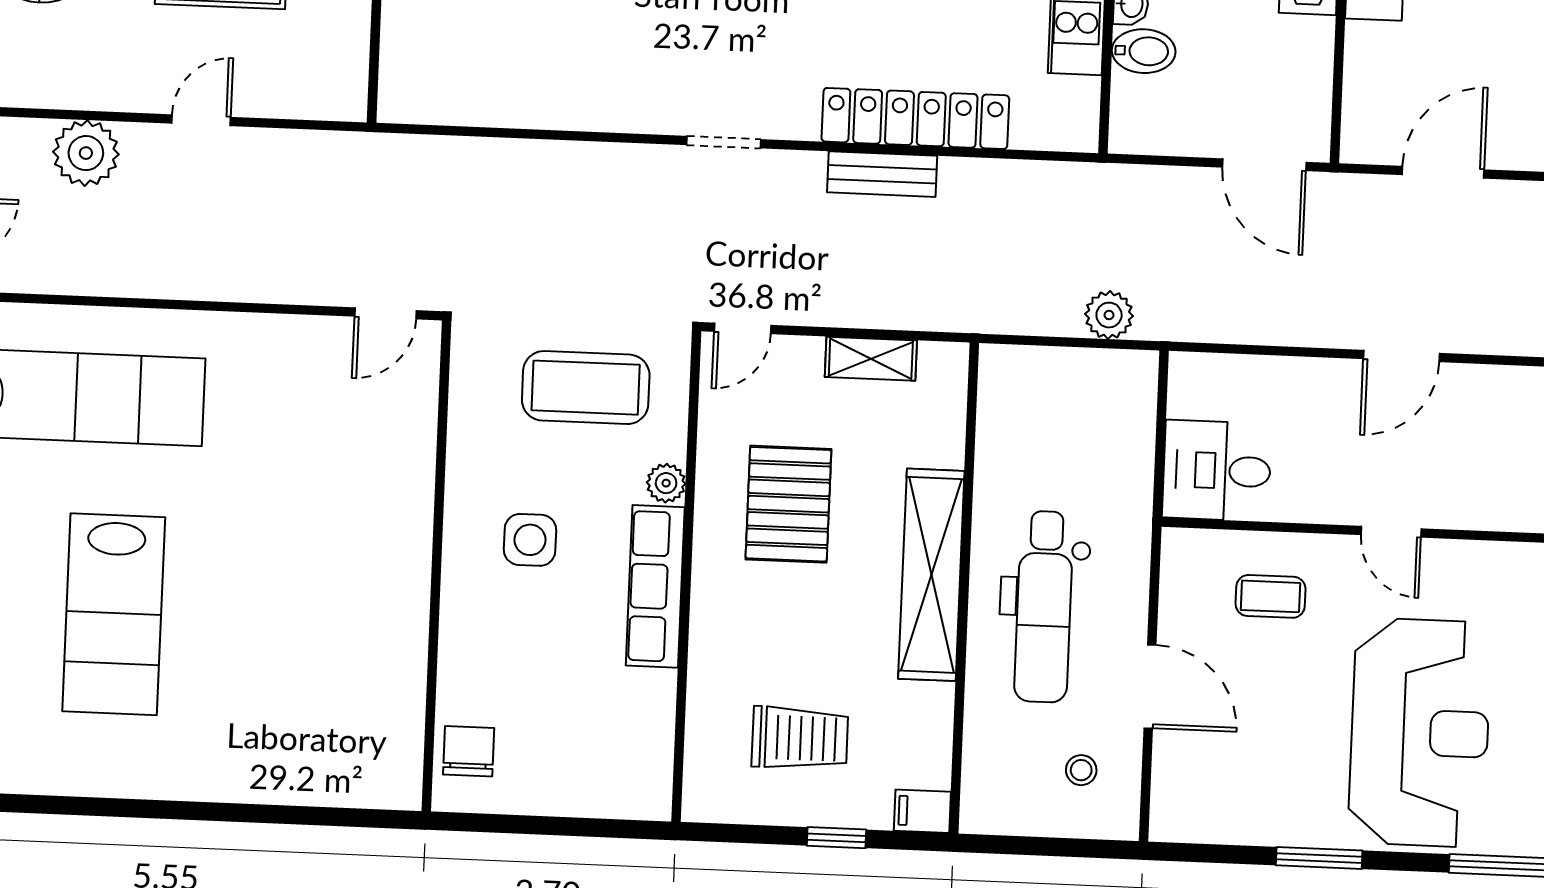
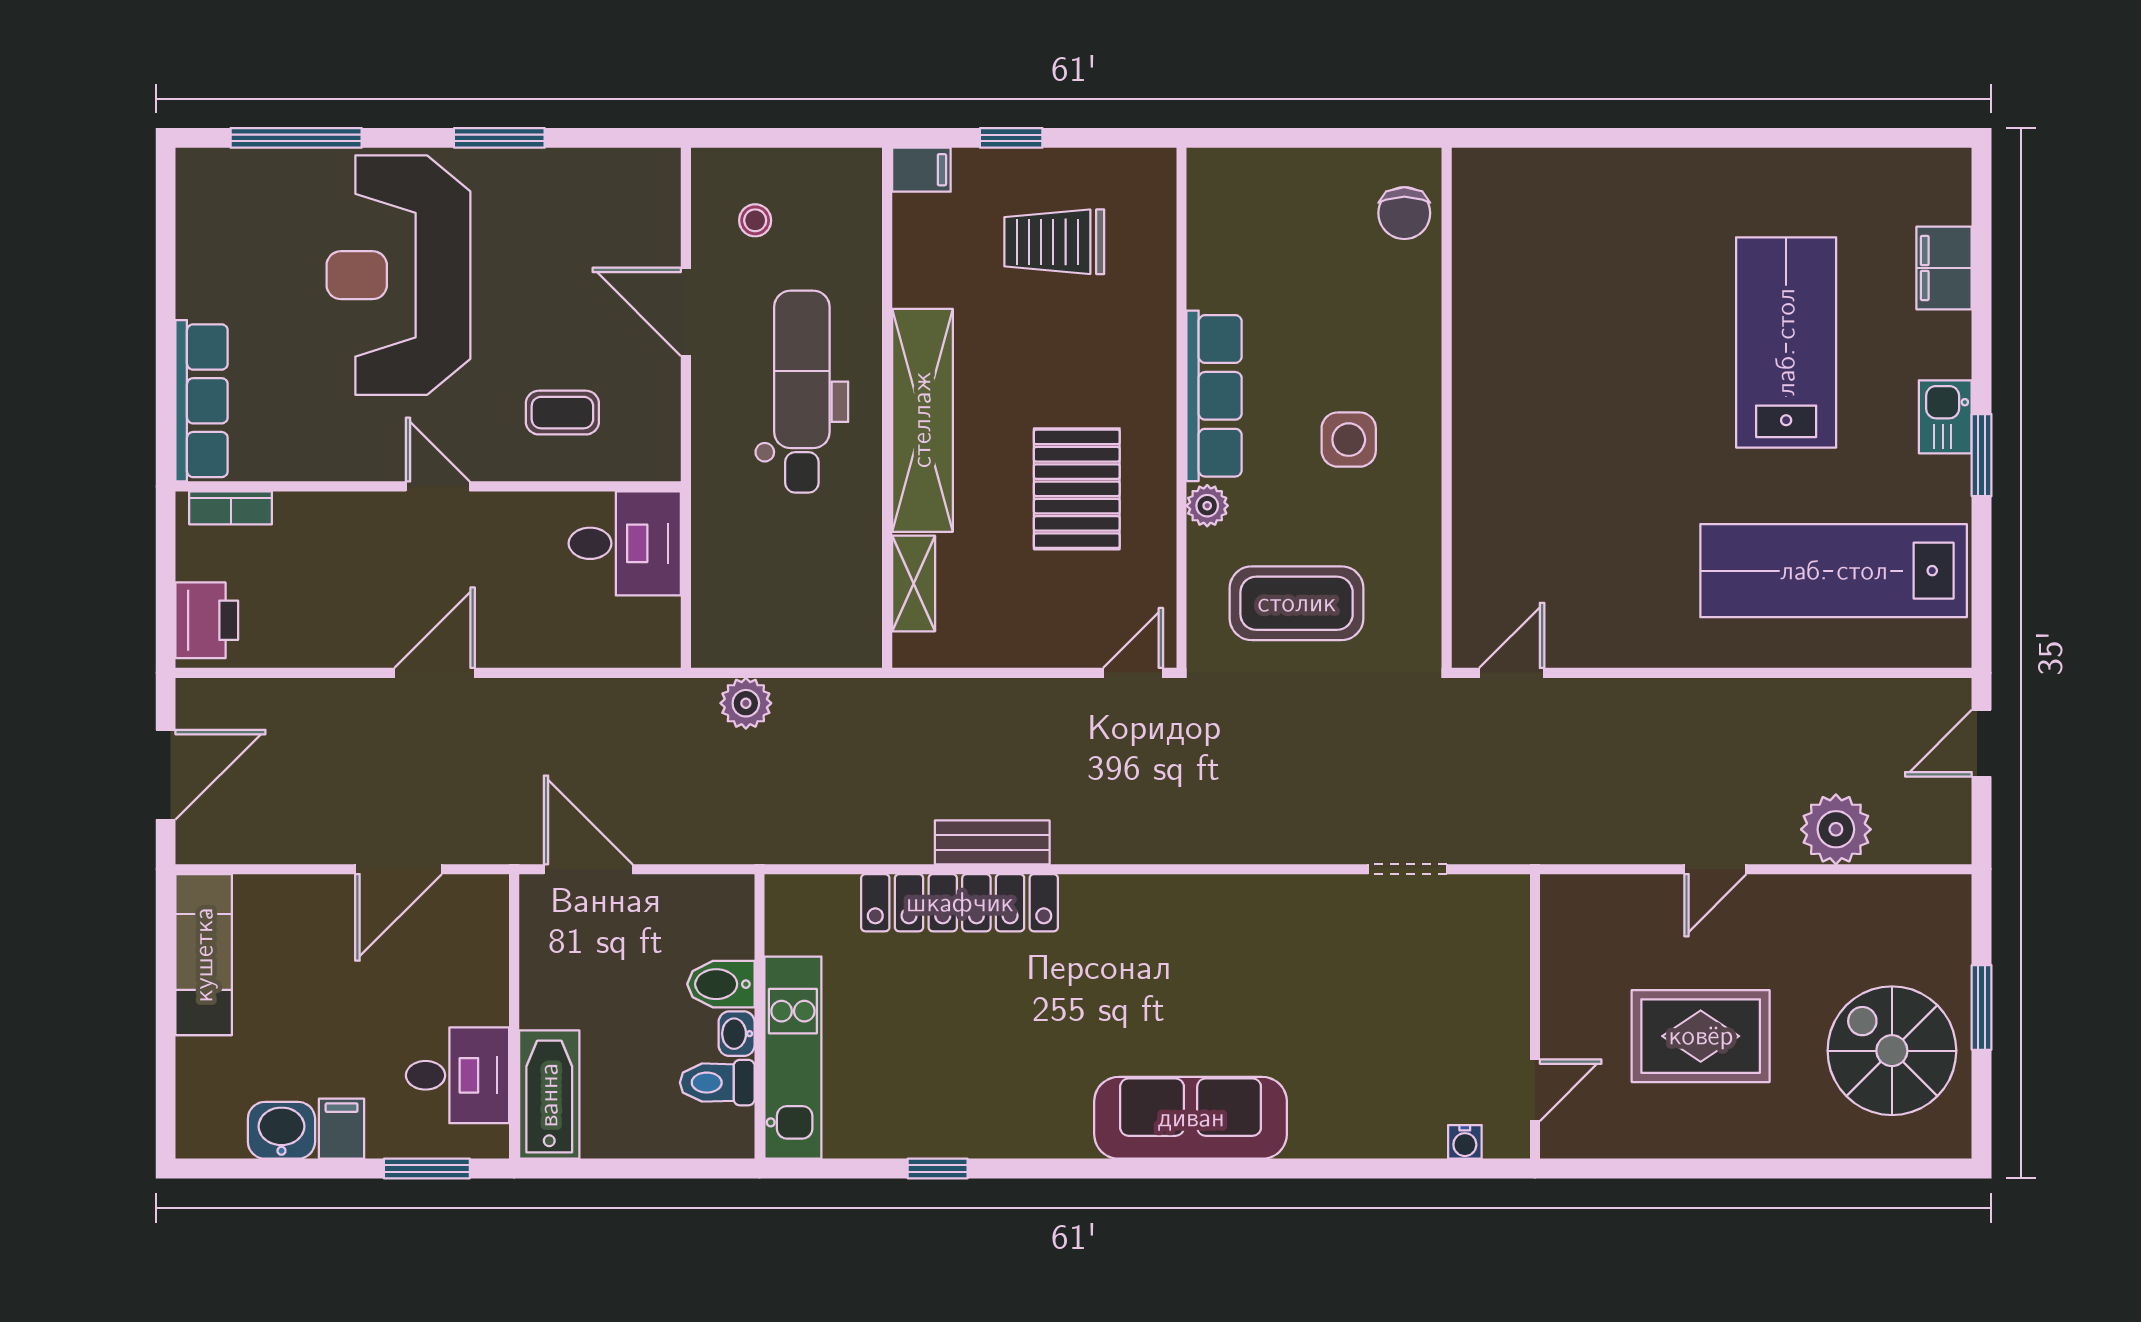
doorway: (724, 142) -> (1408, 869), moved
shelving: (871, 359) -> (914, 584), moved, turned 90

